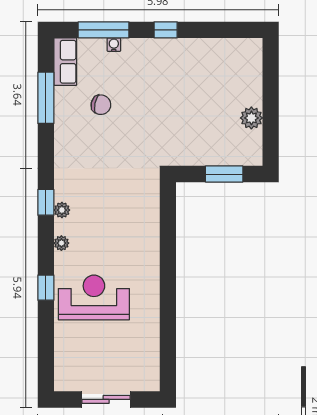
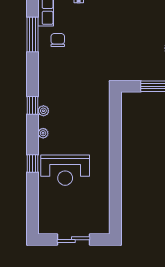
chair: (101, 105) -> (58, 40), moved, turned -102
reception desk: (94, 297) -> (65, 170), turned 180

